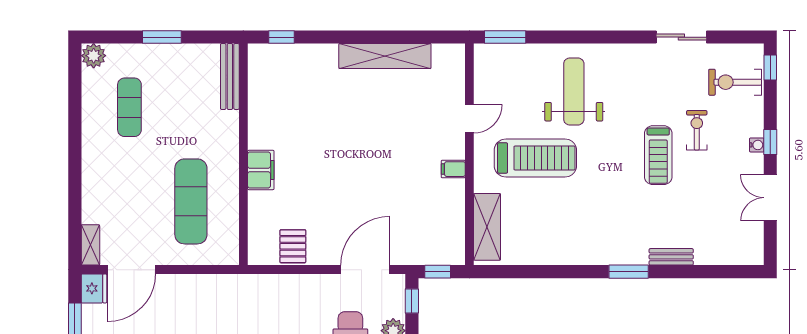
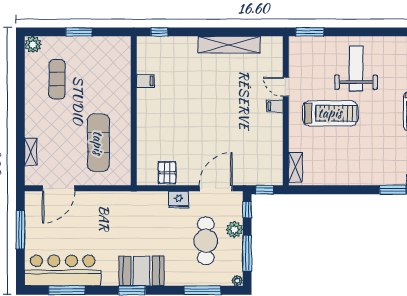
bench: (230, 76) -> (125, 58), removed
door: (469, 119) -> (286, 87), swing flipped
filing cabinet: (453, 169) -> (275, 106), moved
filing cabinet: (261, 170) -> (145, 81), moved, width x0.50
shelving: (487, 227) -> (295, 167), width x0.67, depth x0.75
shelving: (90, 245) -> (31, 152), moved
fridge: (94, 288) -> (179, 200), moved, turned 90

